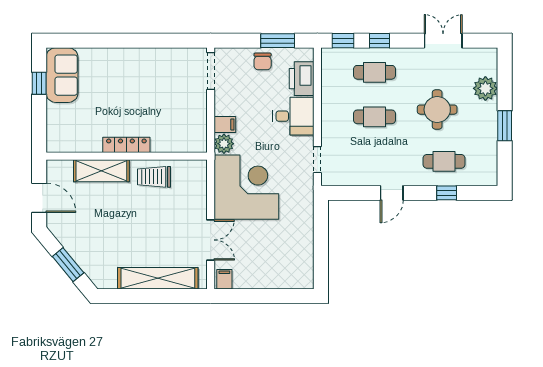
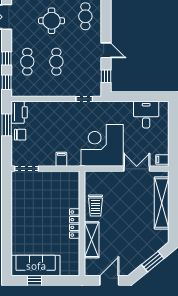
sofa: (62, 75) -> (36, 266), width x1.36
printer: (302, 79) -> (19, 112), moved, turned -90
desk: (293, 116) -> (146, 115), moved
plant: (224, 144) -> (74, 160), removed
window: (447, 193) -> (106, 76), moved

